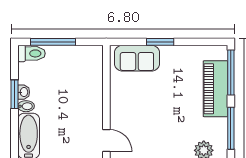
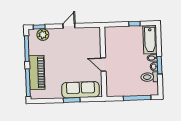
toilet: (31, 53) -> (149, 77), moved
sofa: (137, 58) -> (80, 90), width x1.36
door: (106, 141) -> (103, 65), moved

